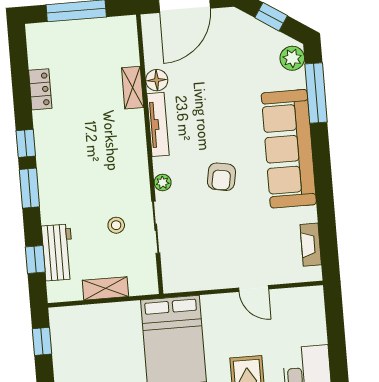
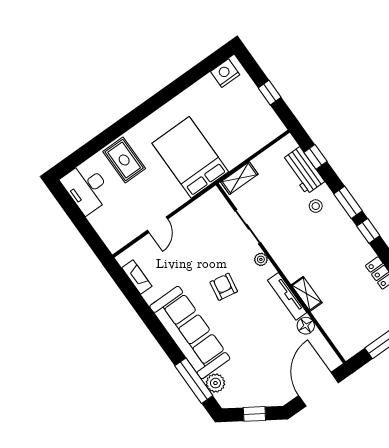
plant: (292, 58) -> (215, 383), moved
shelving: (133, 88) -> (307, 294), moved
stool: (116, 225) -> (316, 206), moved
shelving: (105, 288) -> (239, 178), moved
door: (254, 289) -> (158, 225), swing flipped
window: (42, 341) -> (270, 93), moved

